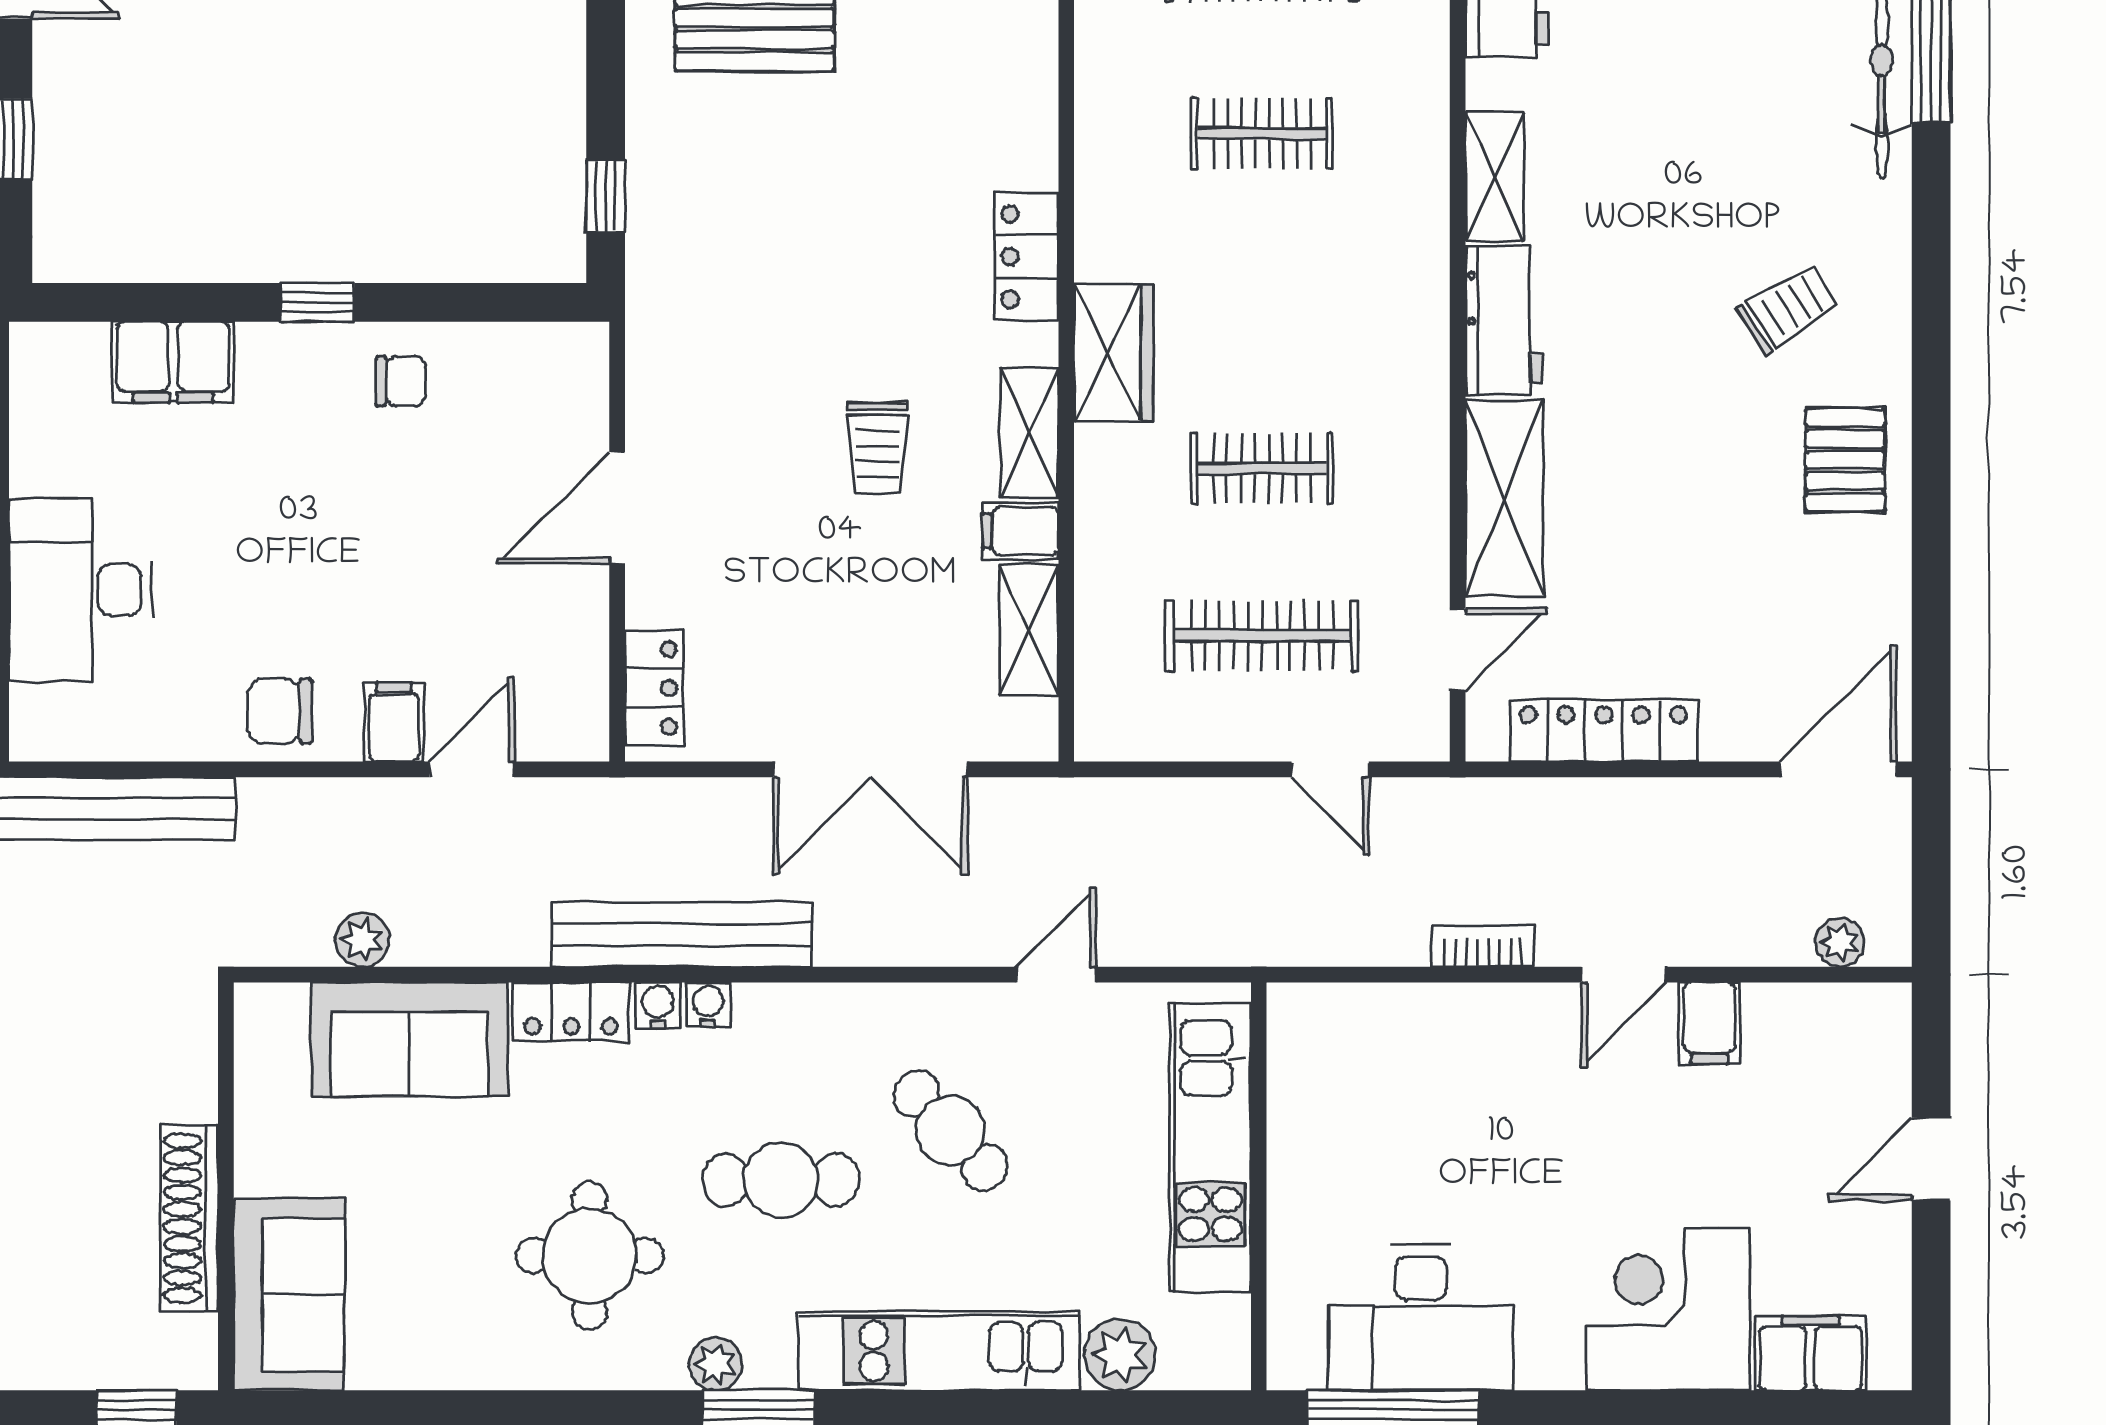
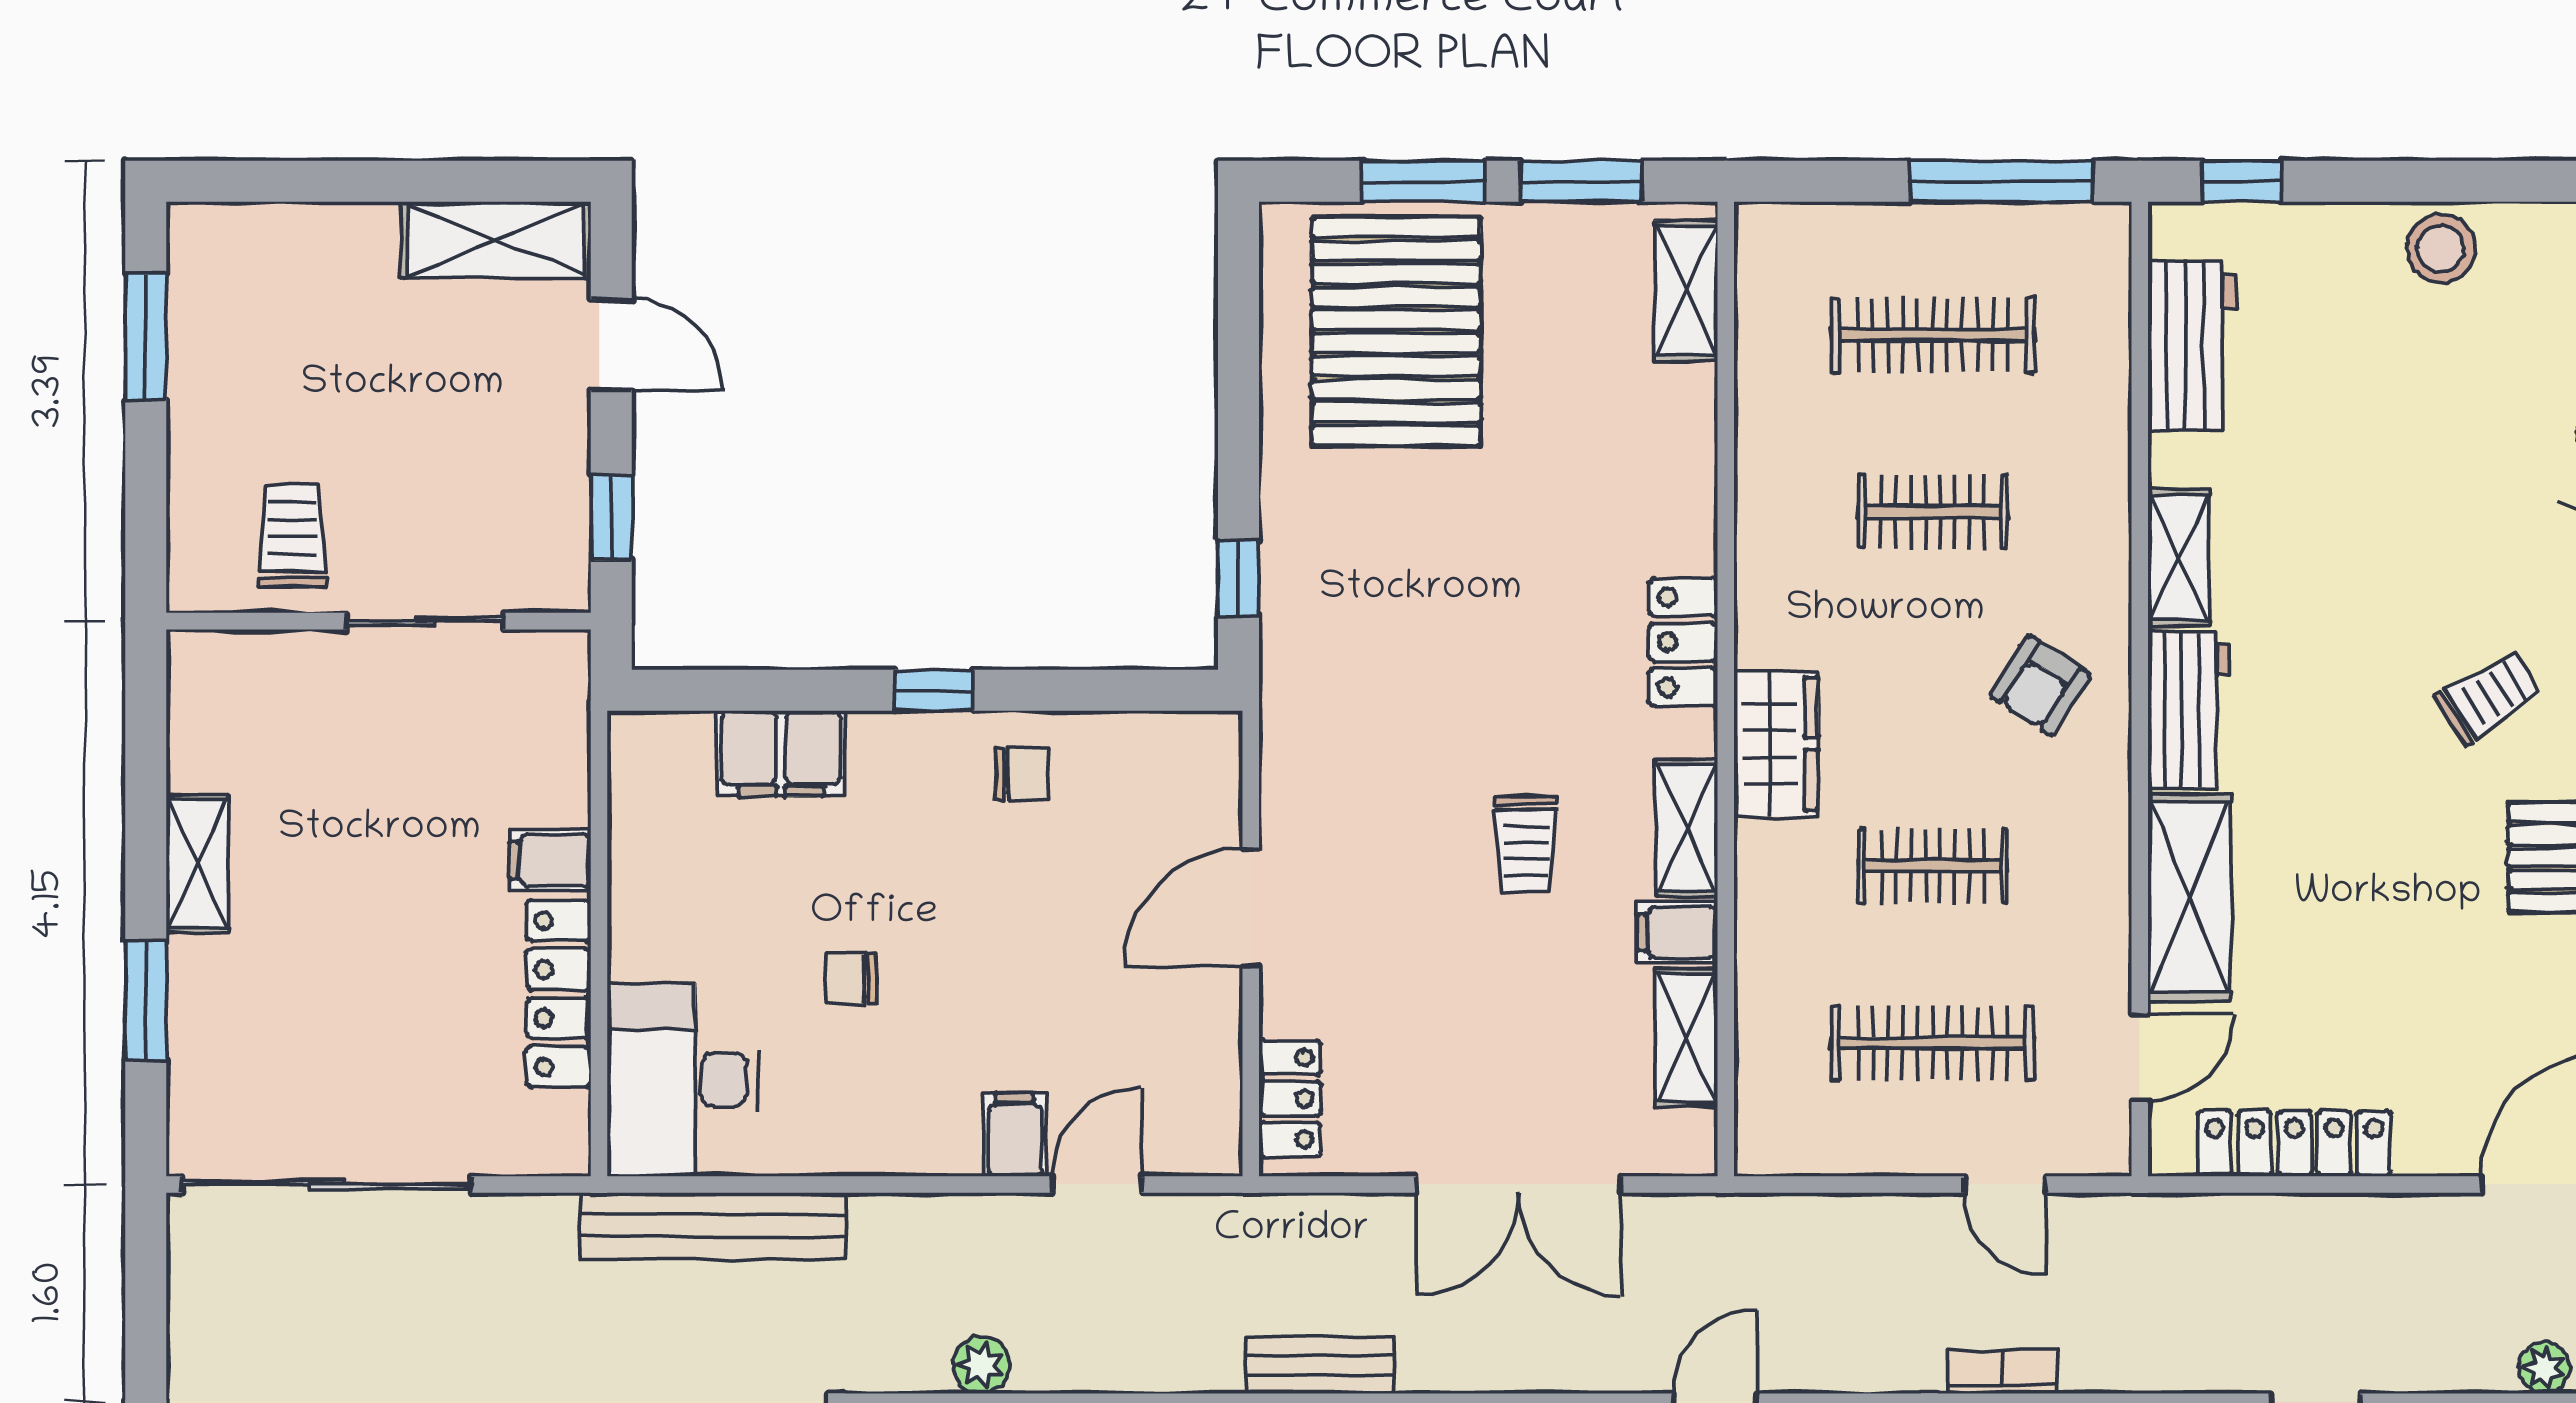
armchair: (1364, 298) -> (2040, 685), added
desk: (81, 590) -> (683, 1080), moved
chair: (280, 711) -> (851, 979), moved, width x0.73, depth x0.73
bench: (682, 935) -> (1319, 1365), width x0.54, depth x0.82
bookcase: (1483, 946) -> (2002, 1372), moved

